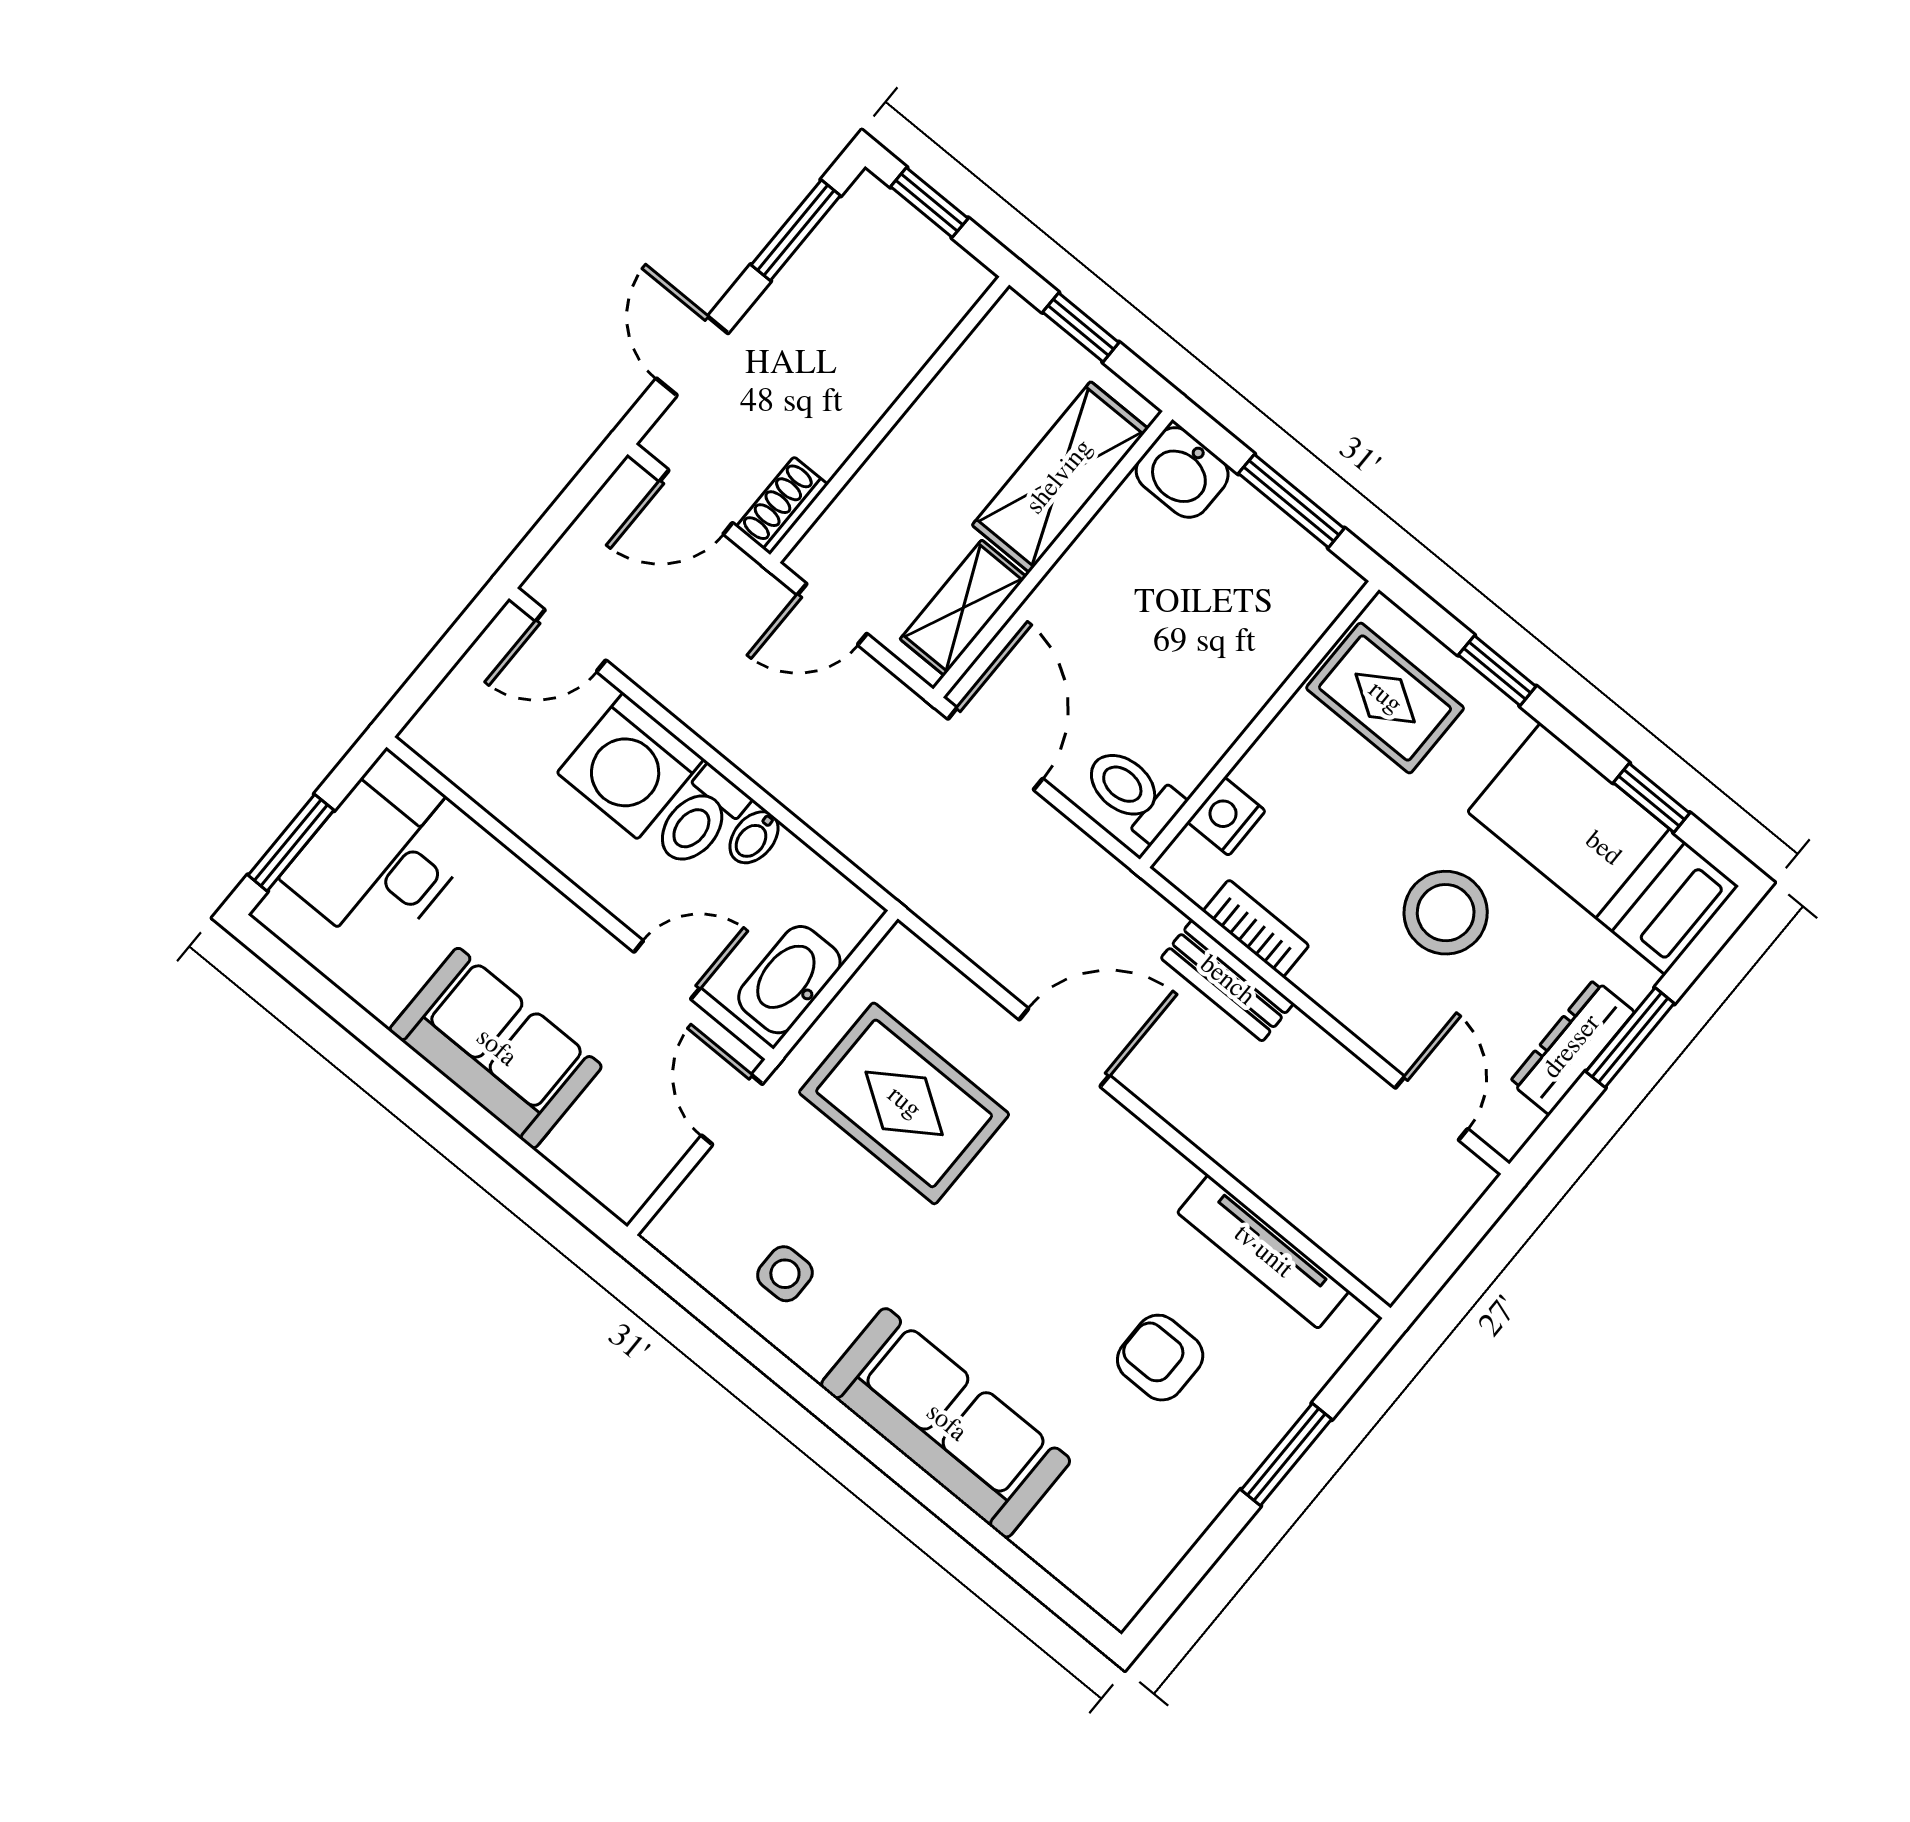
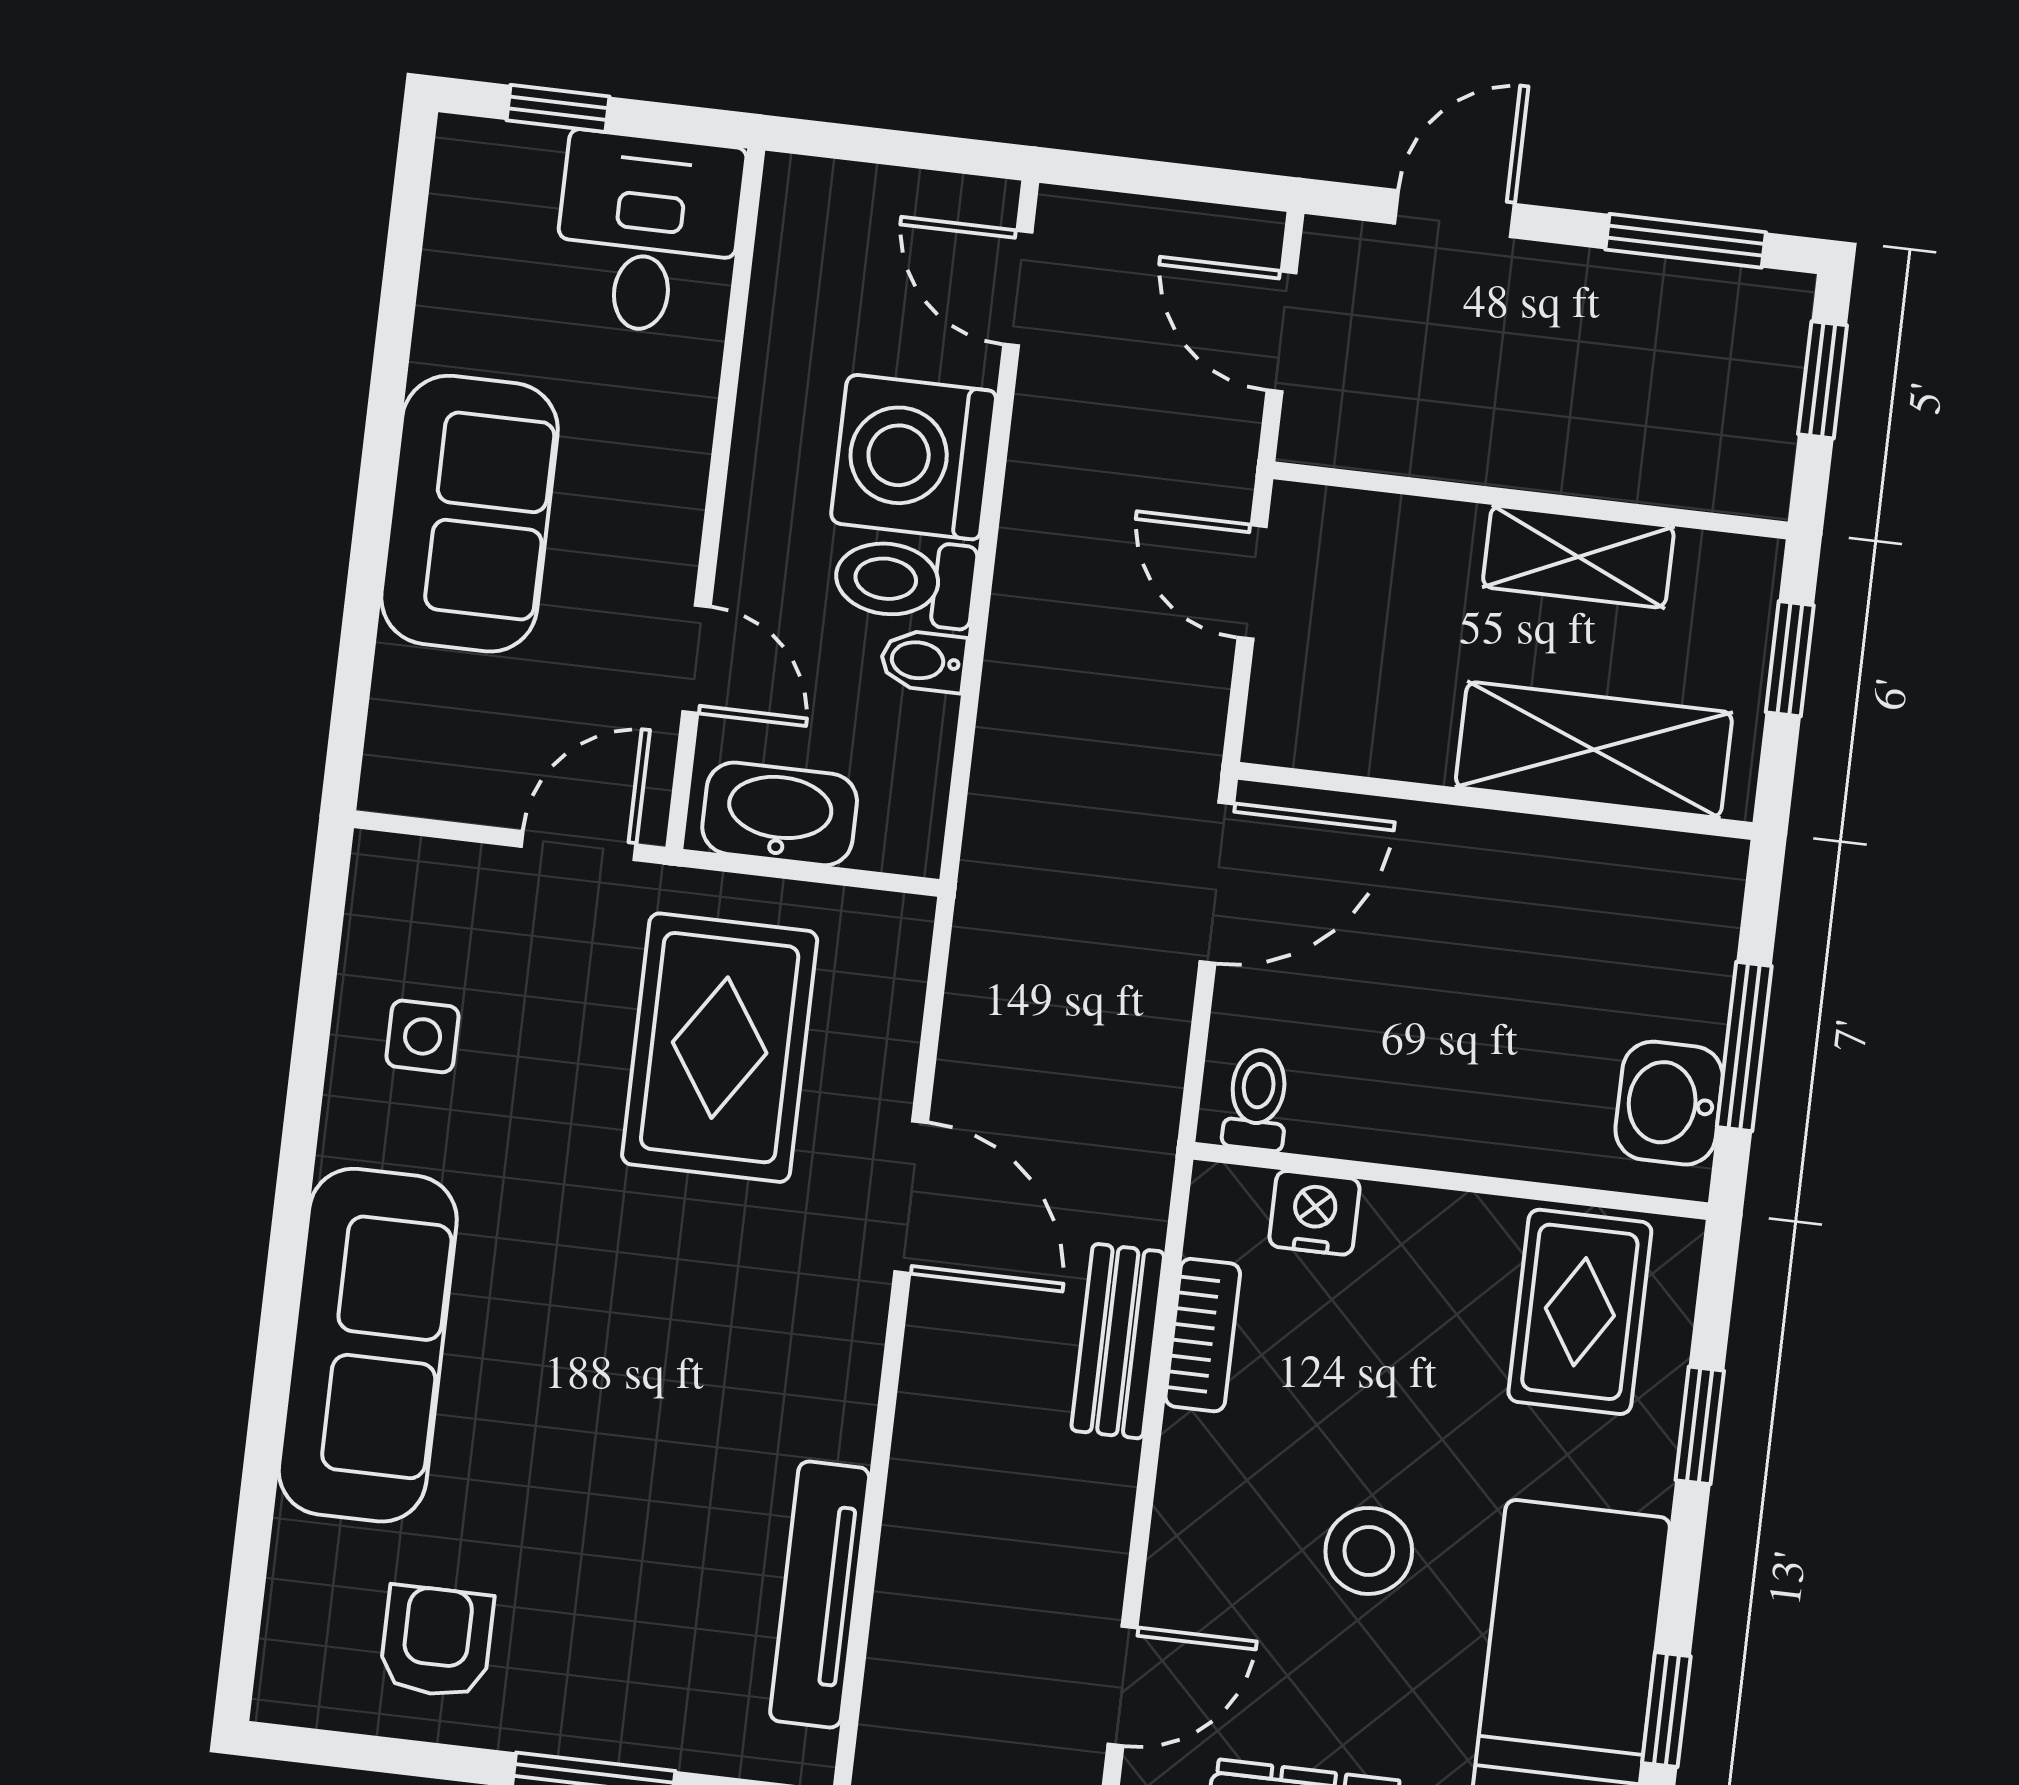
washbasin: (1182, 472) -> (1669, 1103), moved
shoe rack: (782, 506) -> (1344, 438), removed
shelving: (963, 608) -> (1578, 557), moved
toilet: (1133, 793) -> (1257, 1099), width x0.73, depth x0.72
window: (291, 843) -> (558, 108), width x0.67
desk: (384, 855) -> (648, 233), width x0.73
stool: (1446, 913) -> (1369, 1551), width x0.73, depth x0.73
armchair: (1160, 1358) -> (436, 1642), moved

